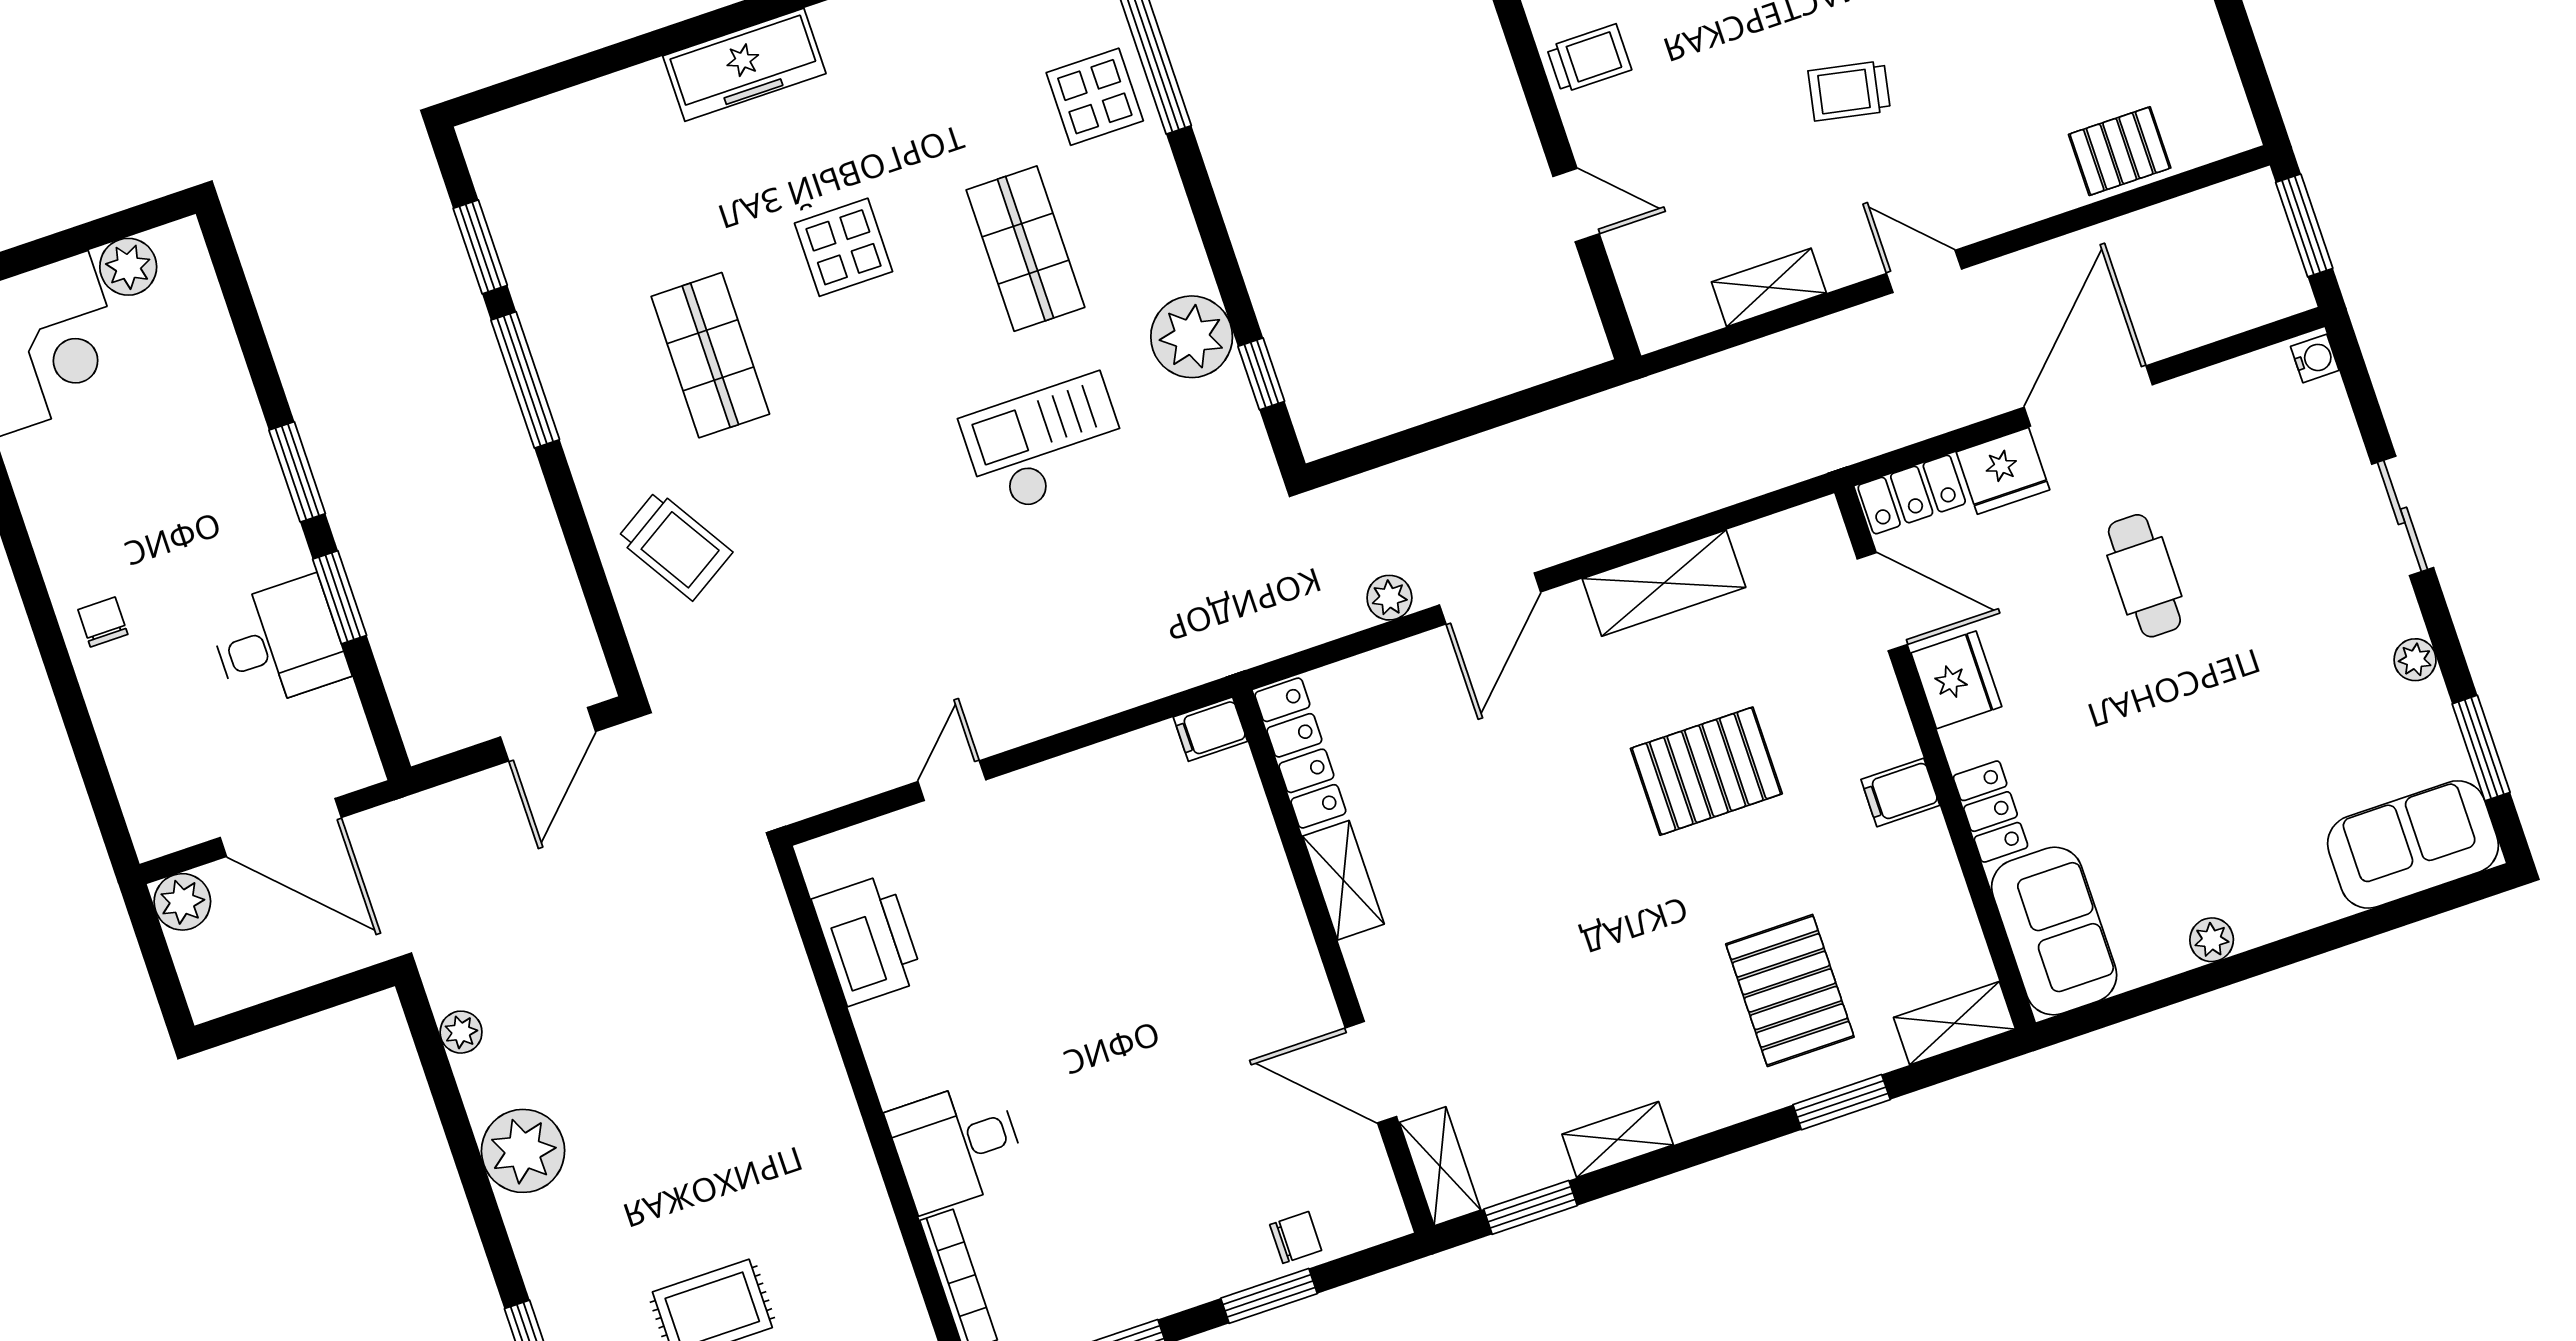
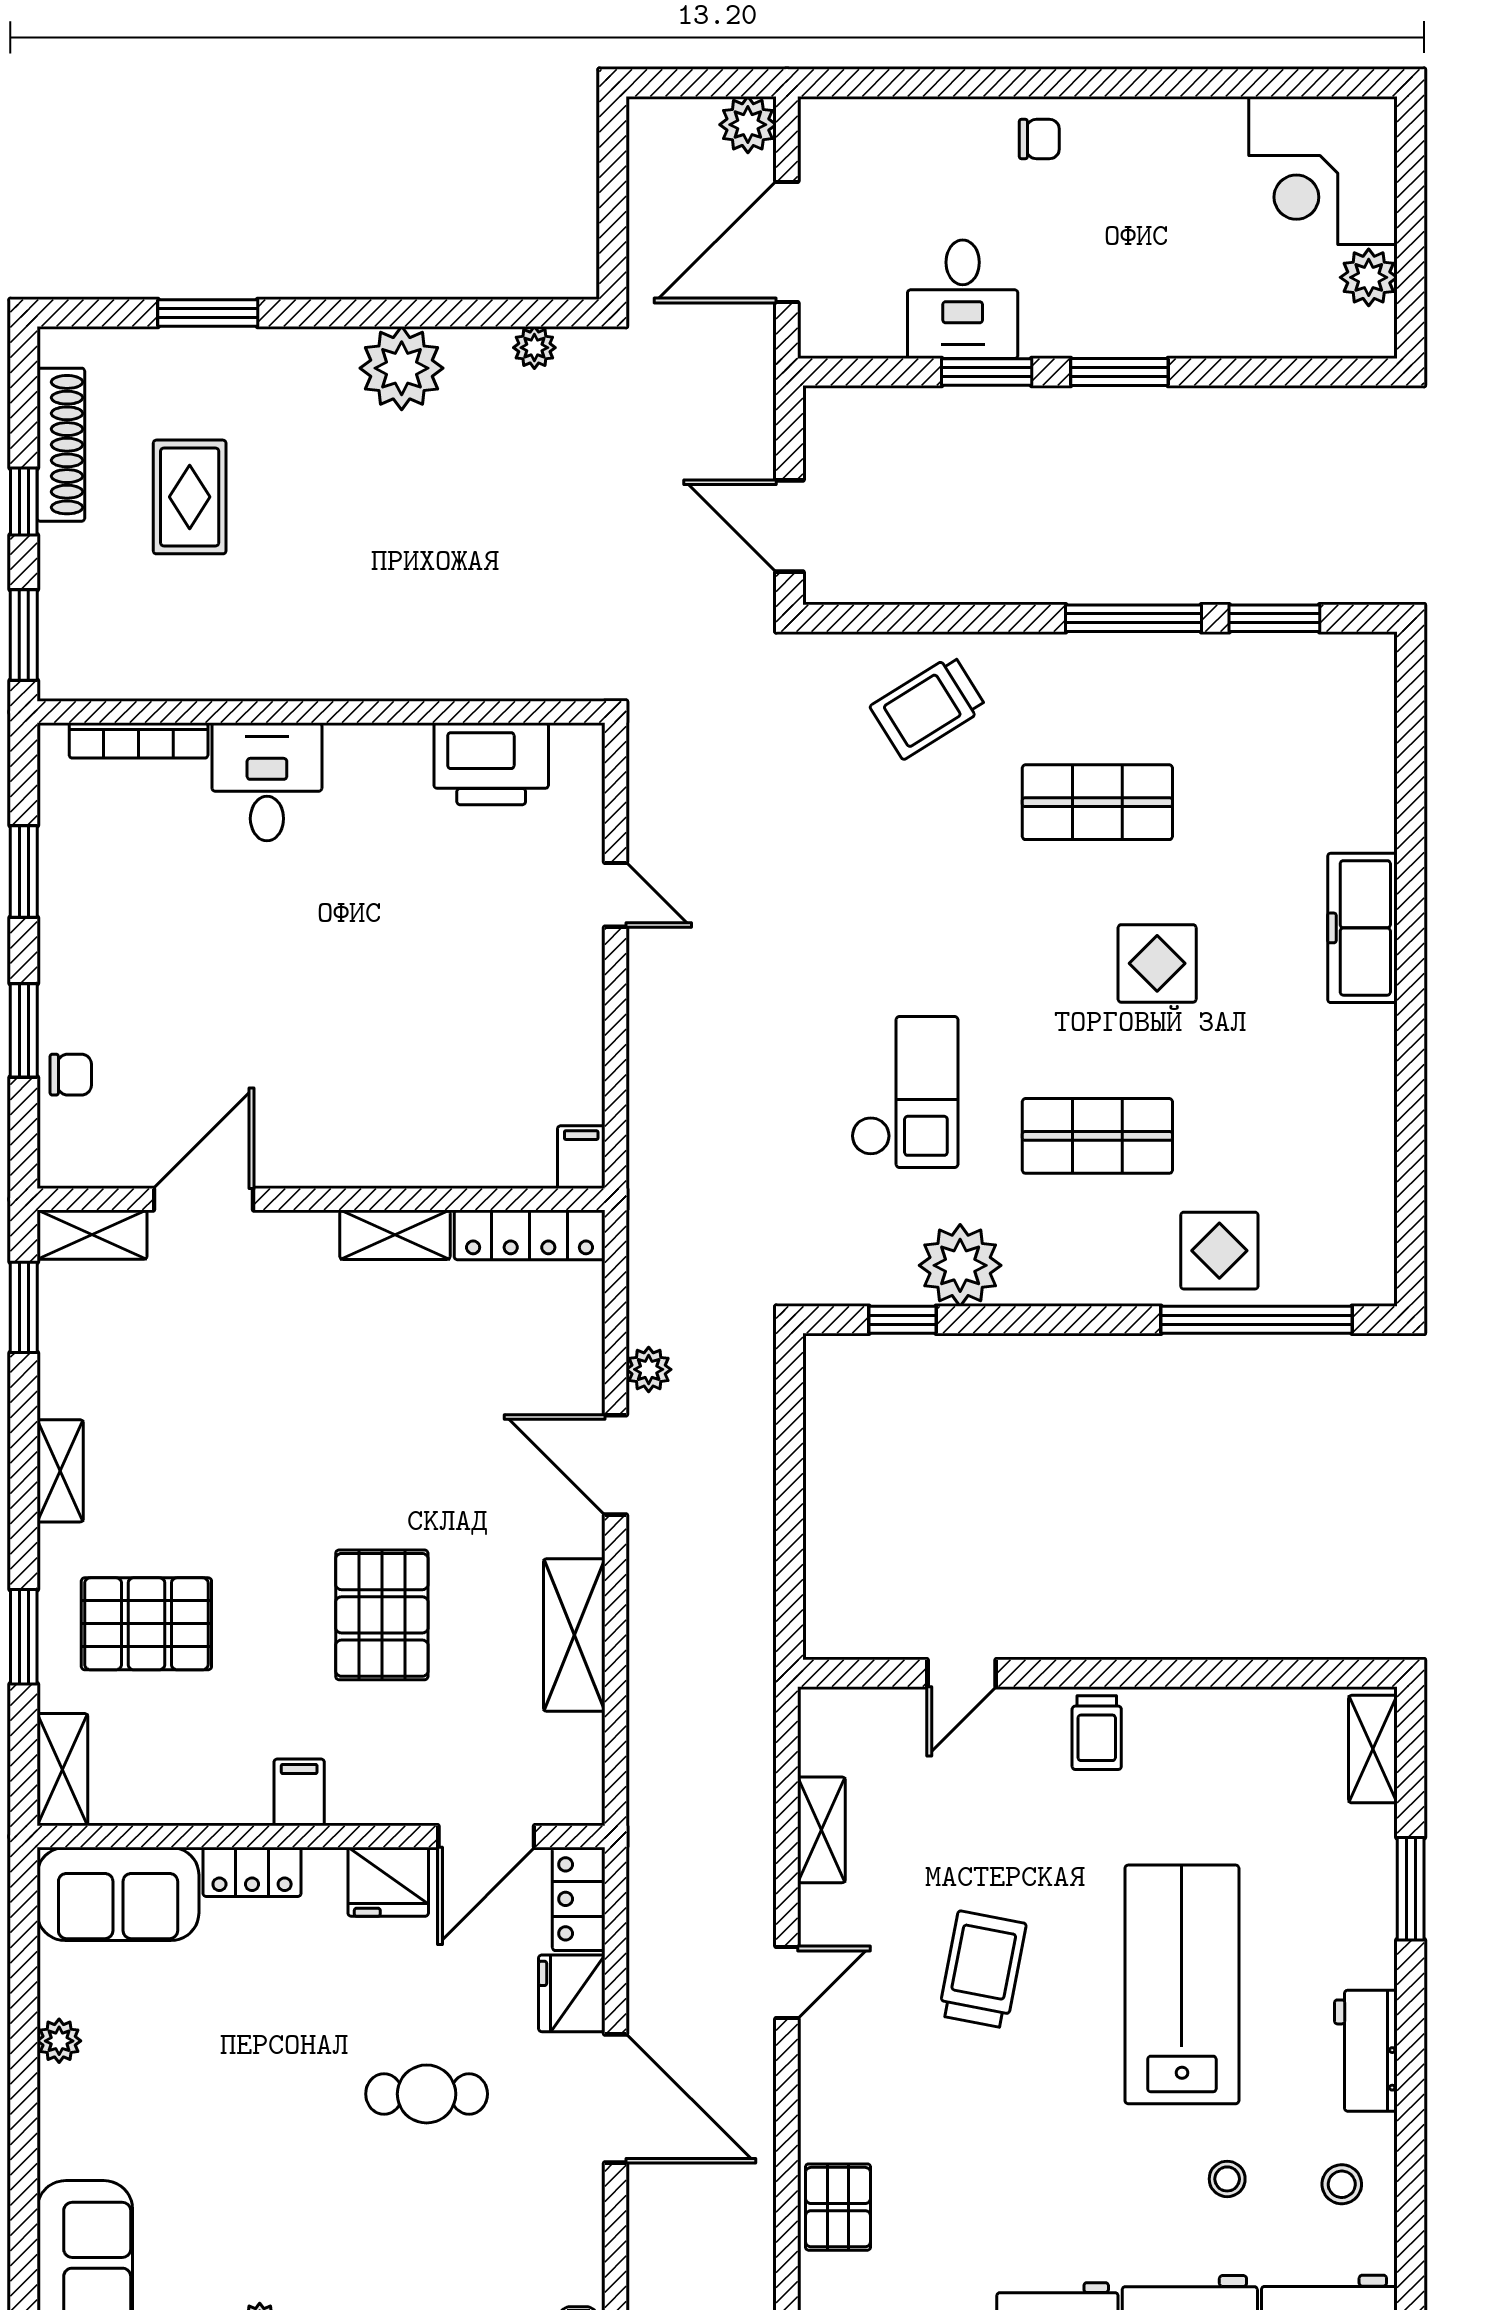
trolley: (1849, 91) -> (982, 1969), width x1.36, depth x1.39
shelving: (1618, 1140) -> (60, 1471), moved
chair: (1296, 1237) -> (71, 1075), turned -90

